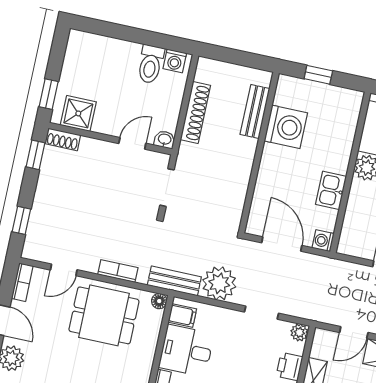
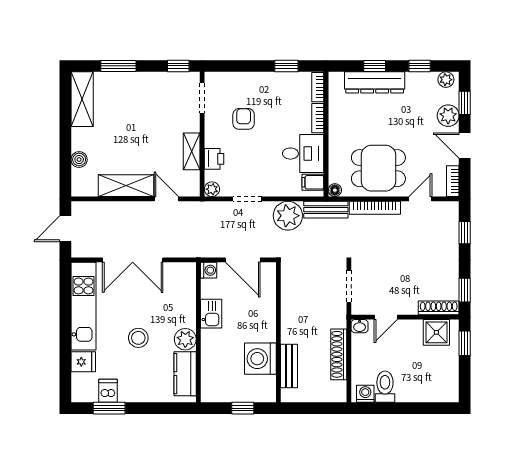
shoe rack: (63, 139) -> (439, 308), width x1.43
bookcase: (118, 271) -> (375, 208), width x1.56
door: (354, 333) -> (166, 199), hinge flipped

